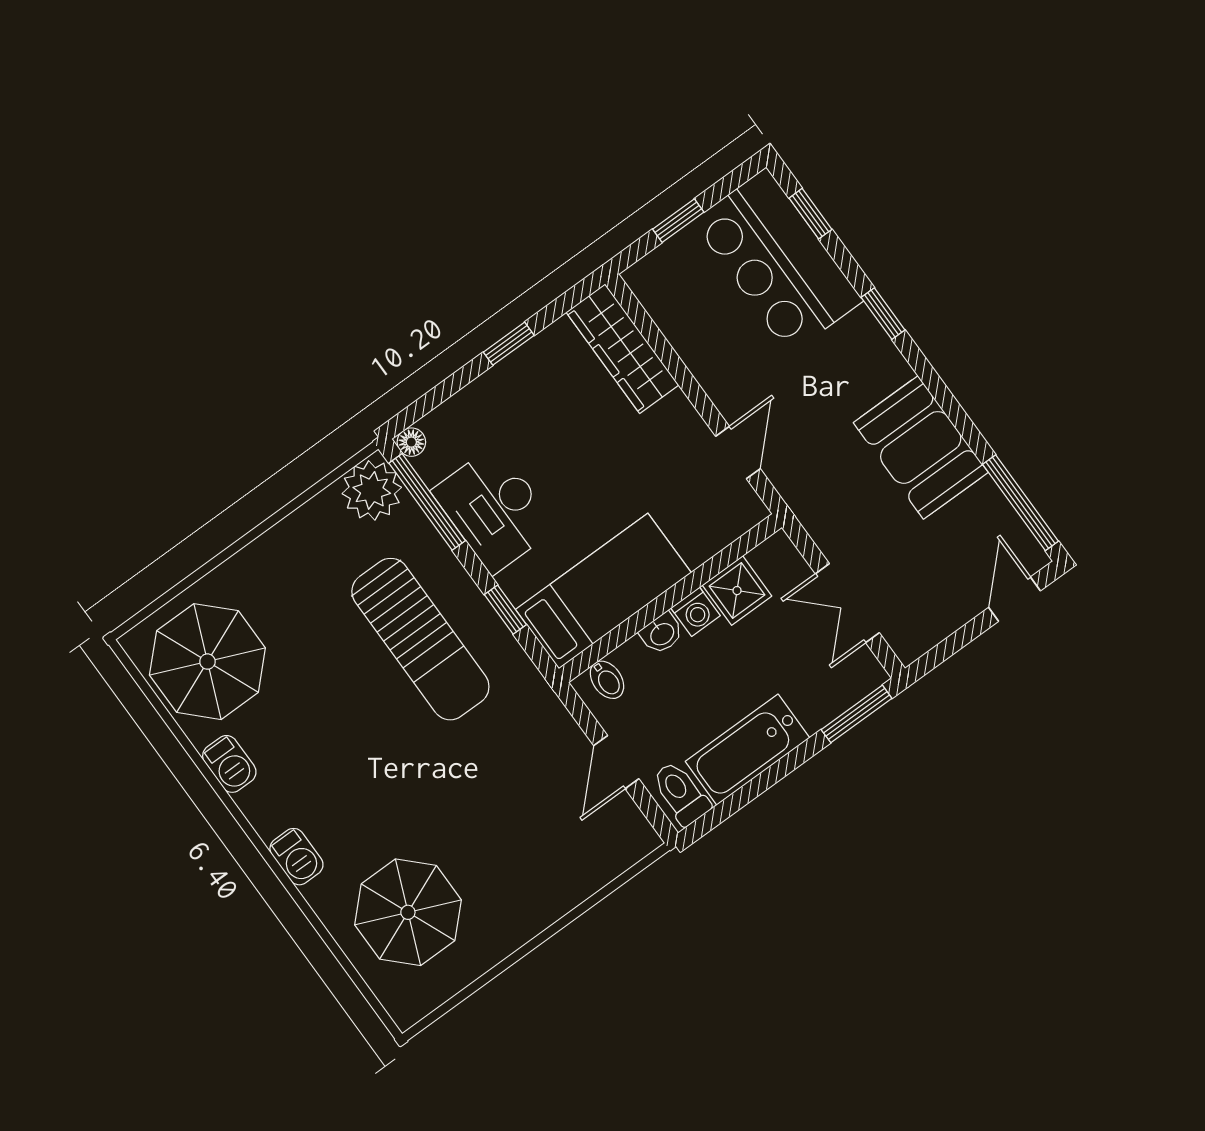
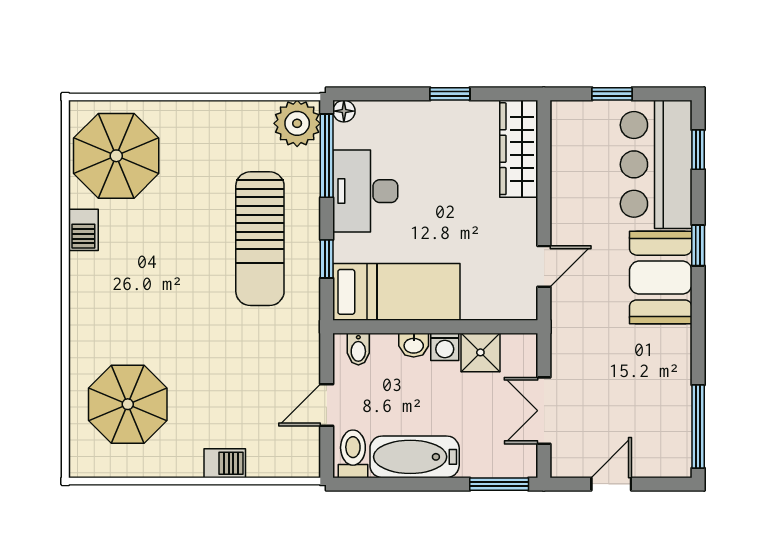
booth: (921, 447) -> (661, 278), moved
door: (1015, 599) -> (611, 484), moved
barbecue: (296, 857) -> (225, 463), moved, turned -90

